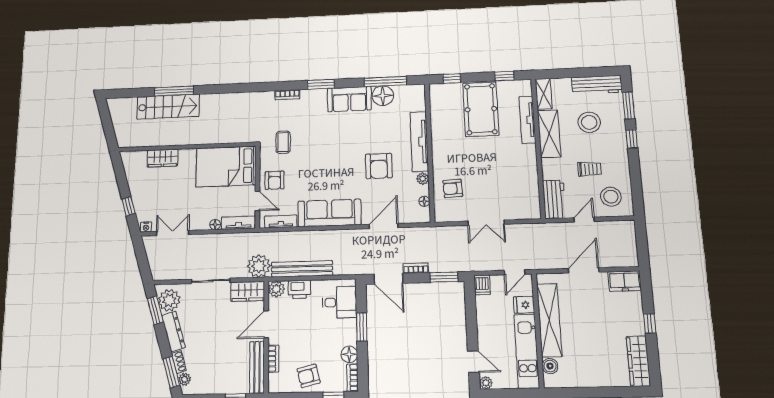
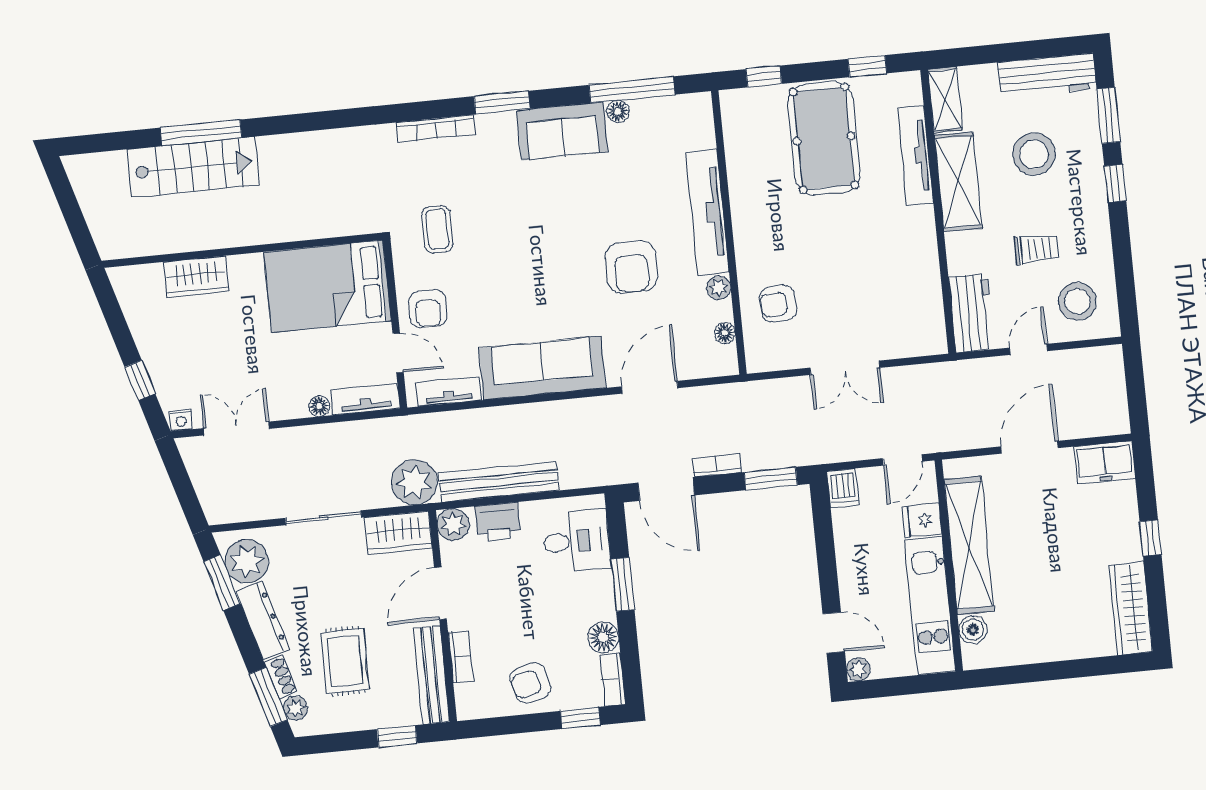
bookcase: (287, 95) -> (436, 128), width x1.56
floor lamp: (383, 96) -> (618, 112), width x0.53, depth x0.53
rug: (213, 356) -> (345, 661), added

